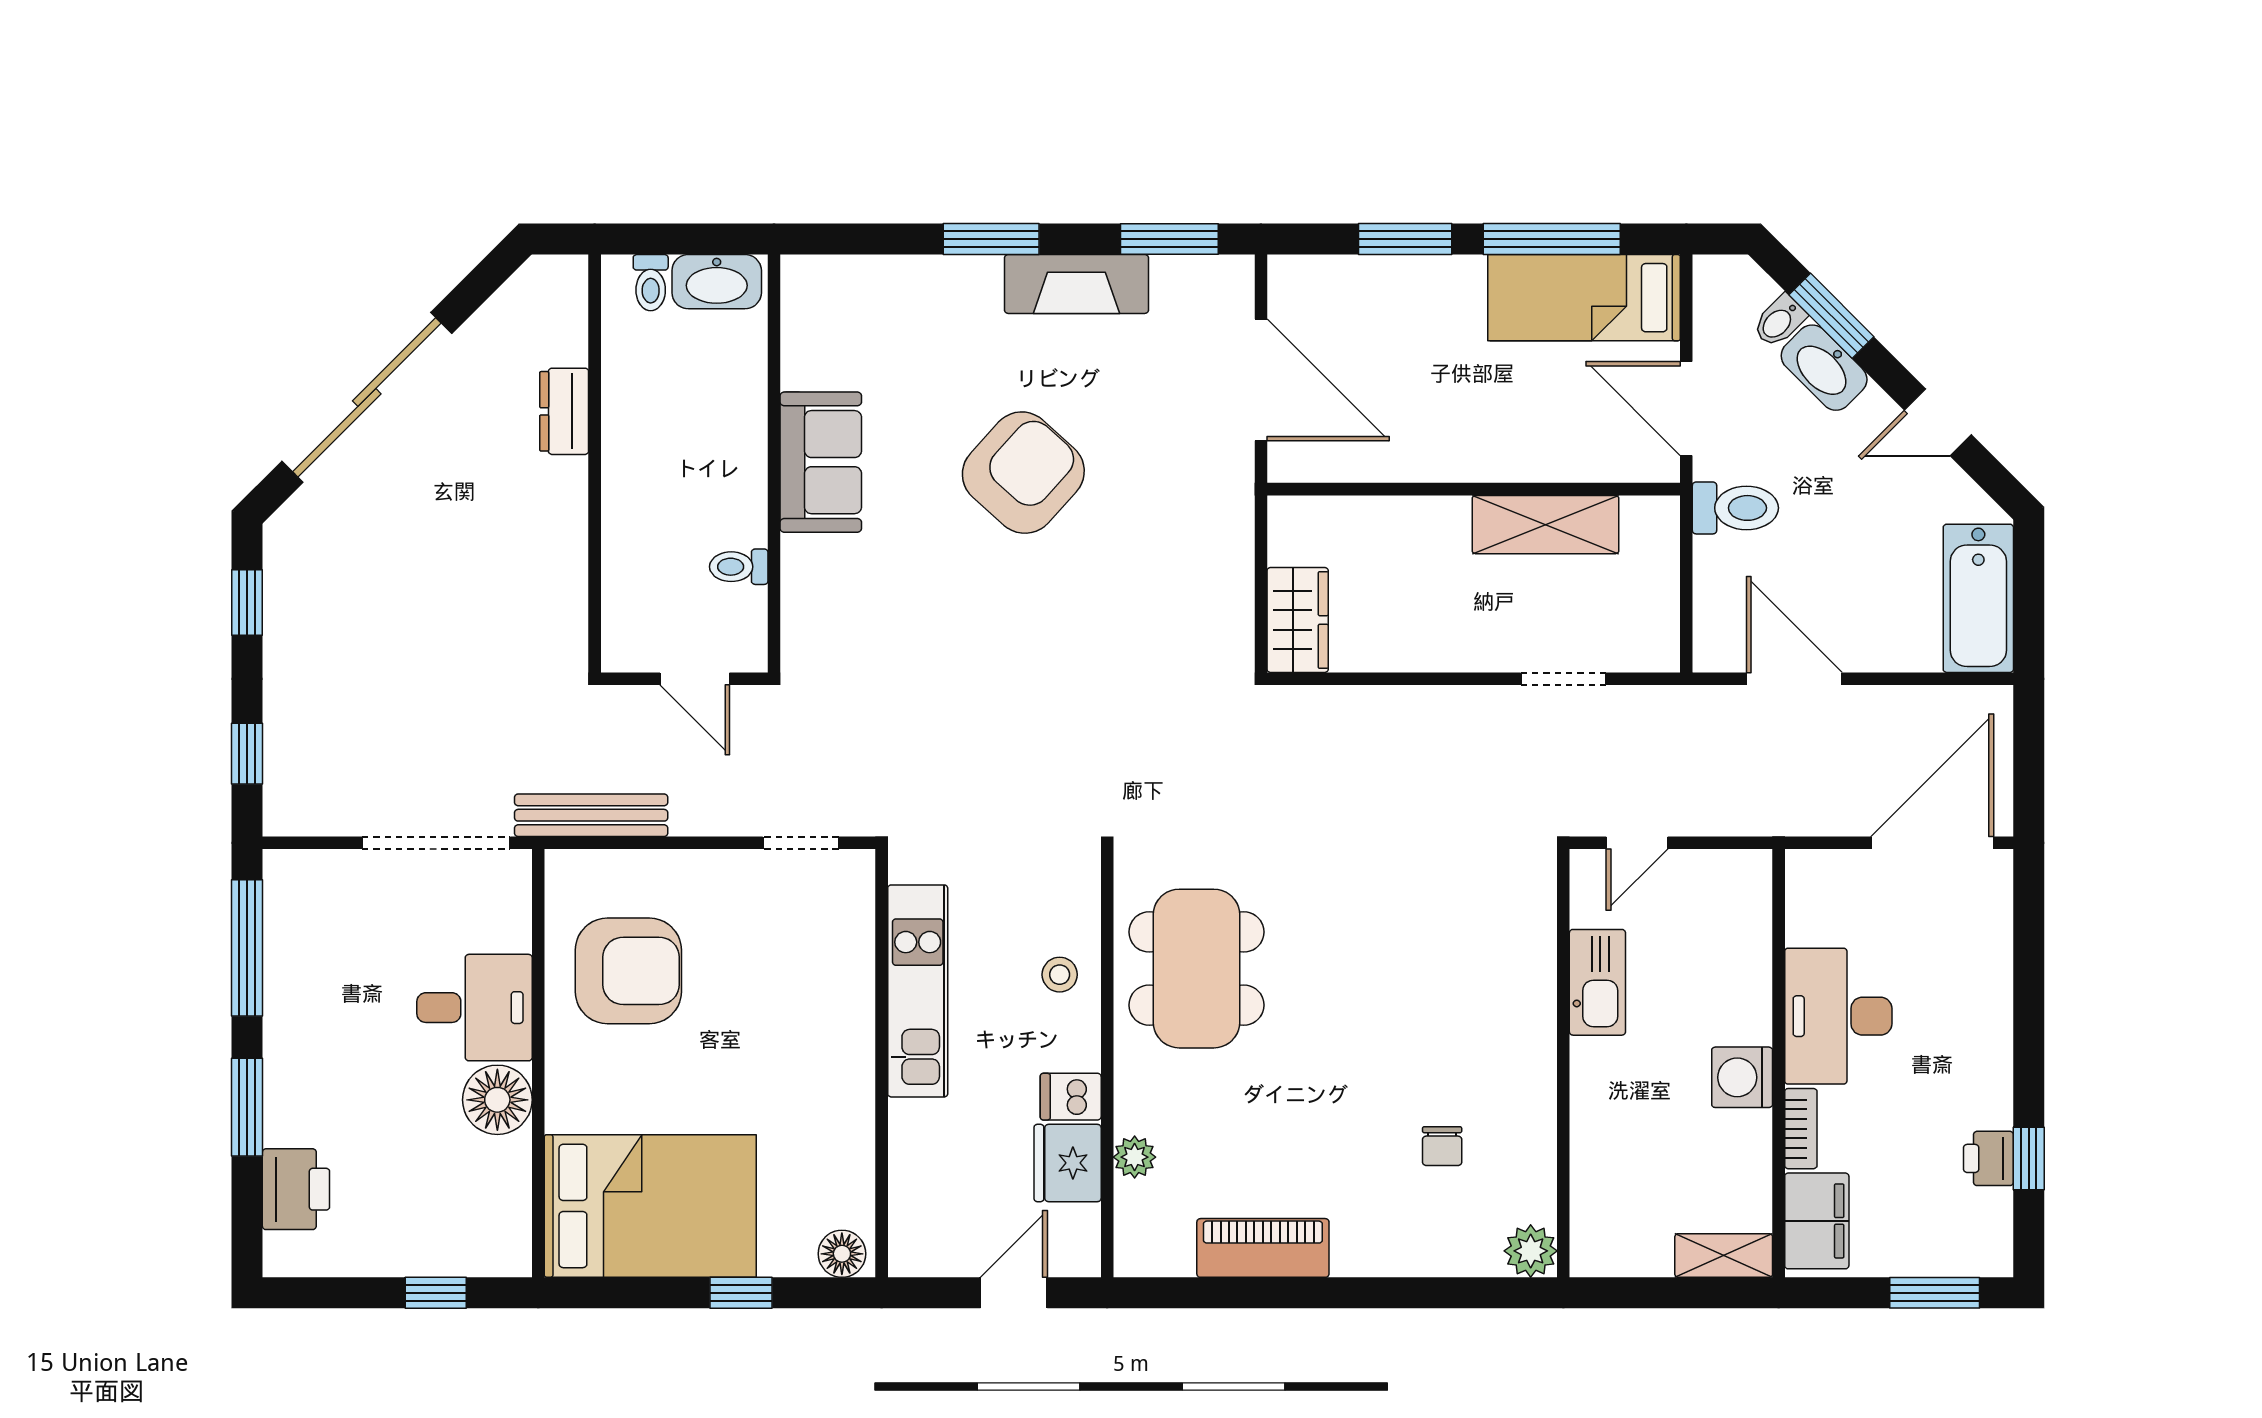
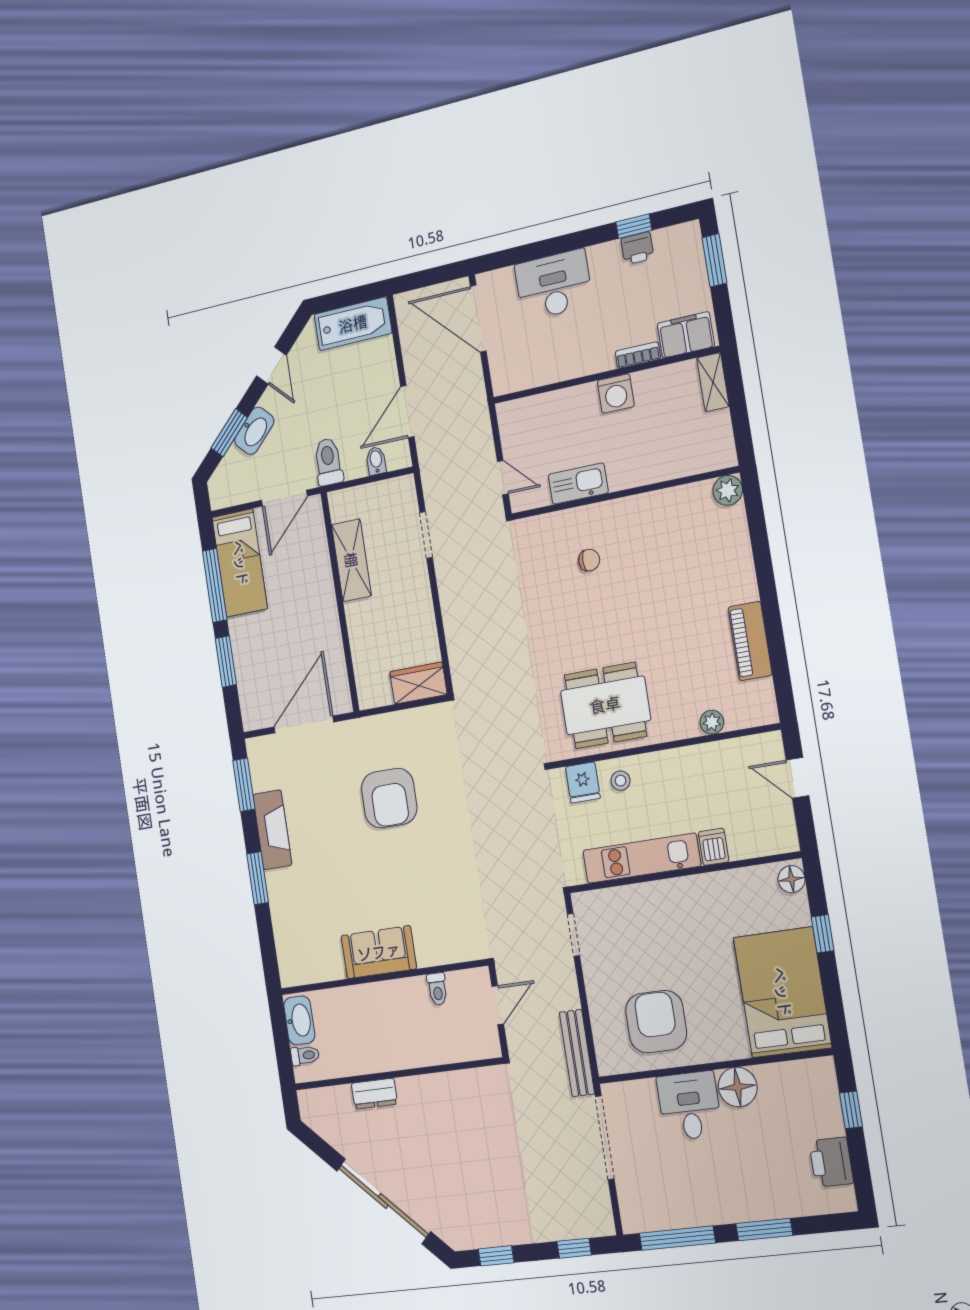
bidet: (1779, 321) -> (376, 461), moved, turned -135
armchair: (1023, 473) -> (389, 798), moved, turned -132
desk: (1838, 1016) -> (554, 285), moved, turned 180
dishwasher: (1071, 1097) -> (714, 847), moved, turned 180
chair: (1442, 1146) -> (589, 560), moved
fridge: (1068, 1163) -> (583, 782), moved, width x0.72
printer: (296, 1189) -> (831, 1162), moved, turned -90

